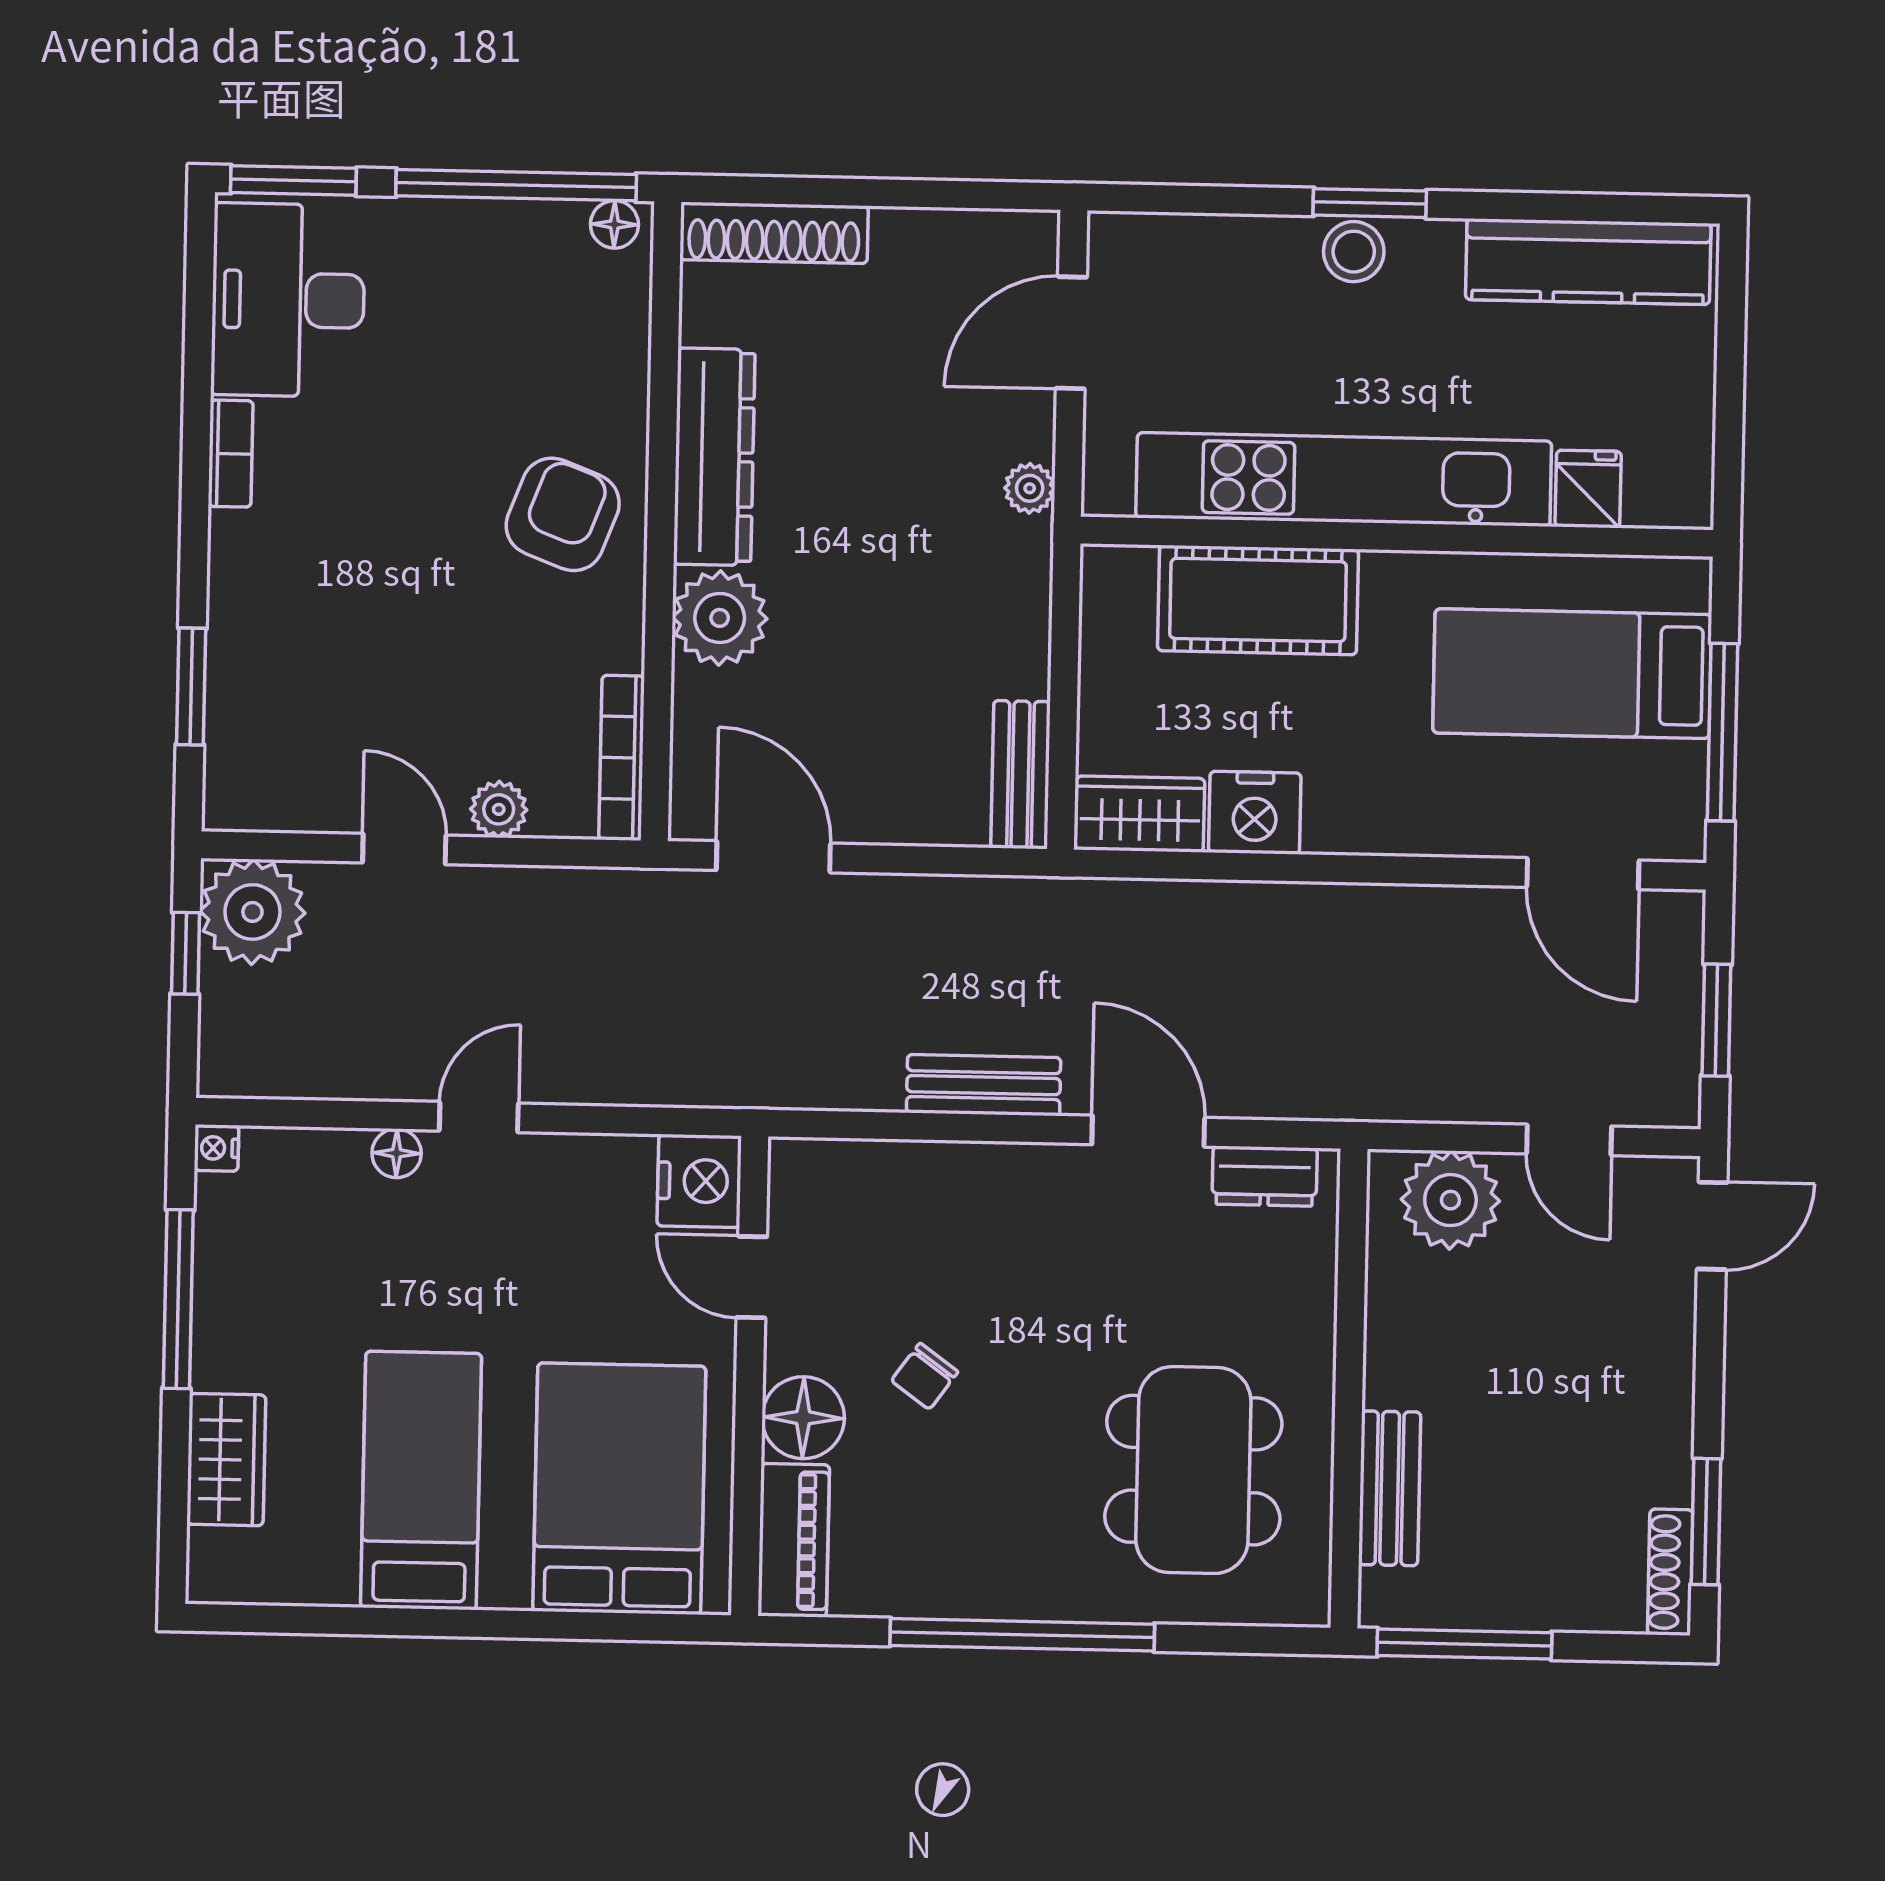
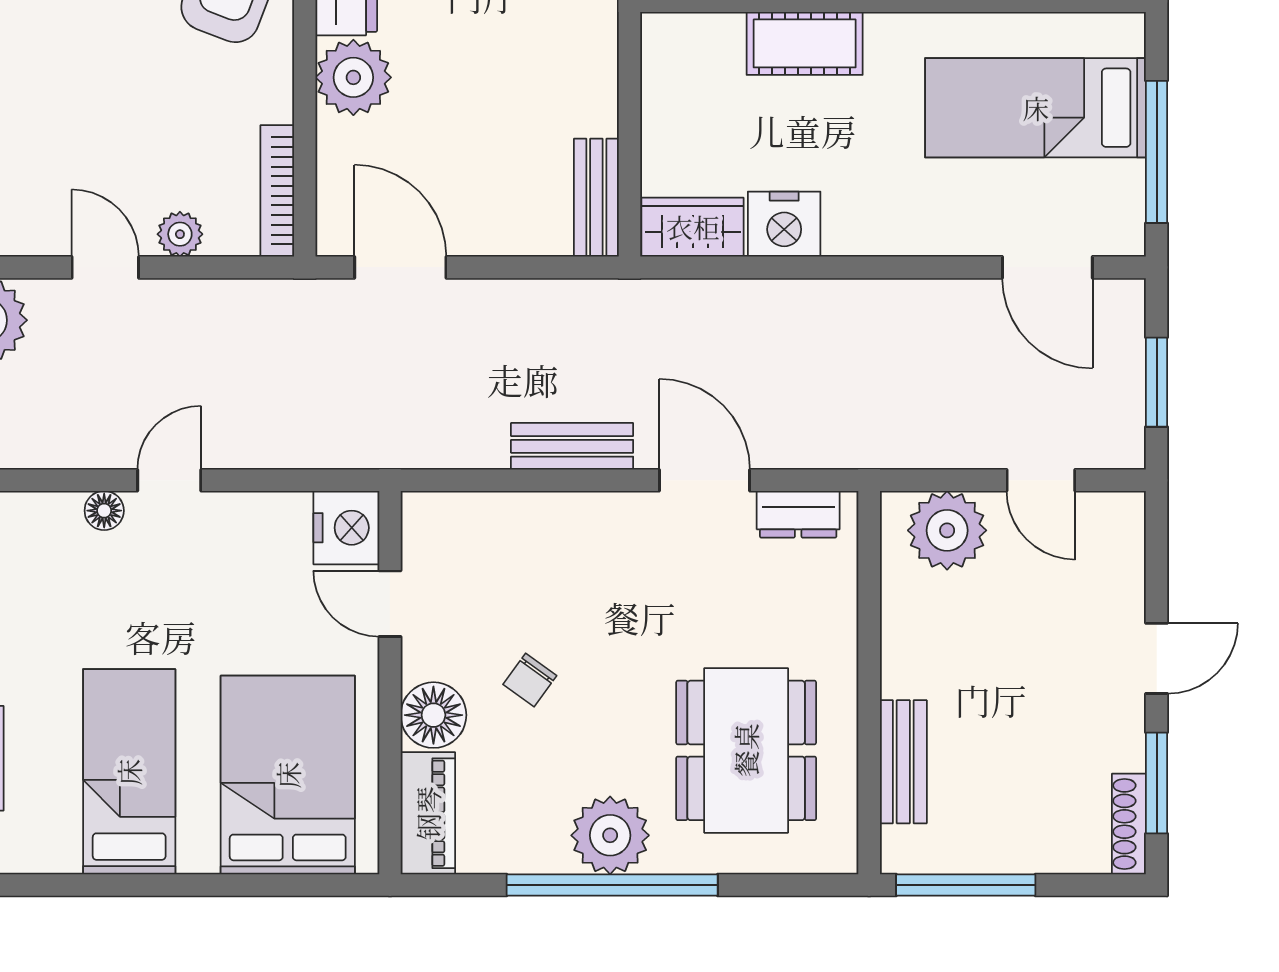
cot: (1258, 600) -> (805, 43), width x0.73, depth x0.75
door: (1712, 1226) -> (1157, 658), moved
plant: (1021, 1573) -> (610, 835), added

